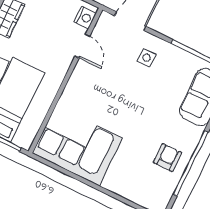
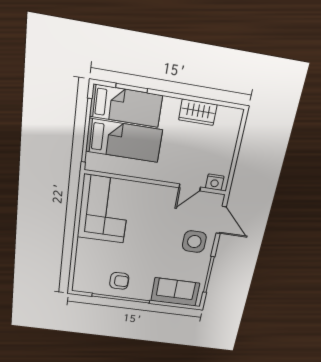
side table: (146, 58) -> (194, 242), width x1.87, depth x1.87

